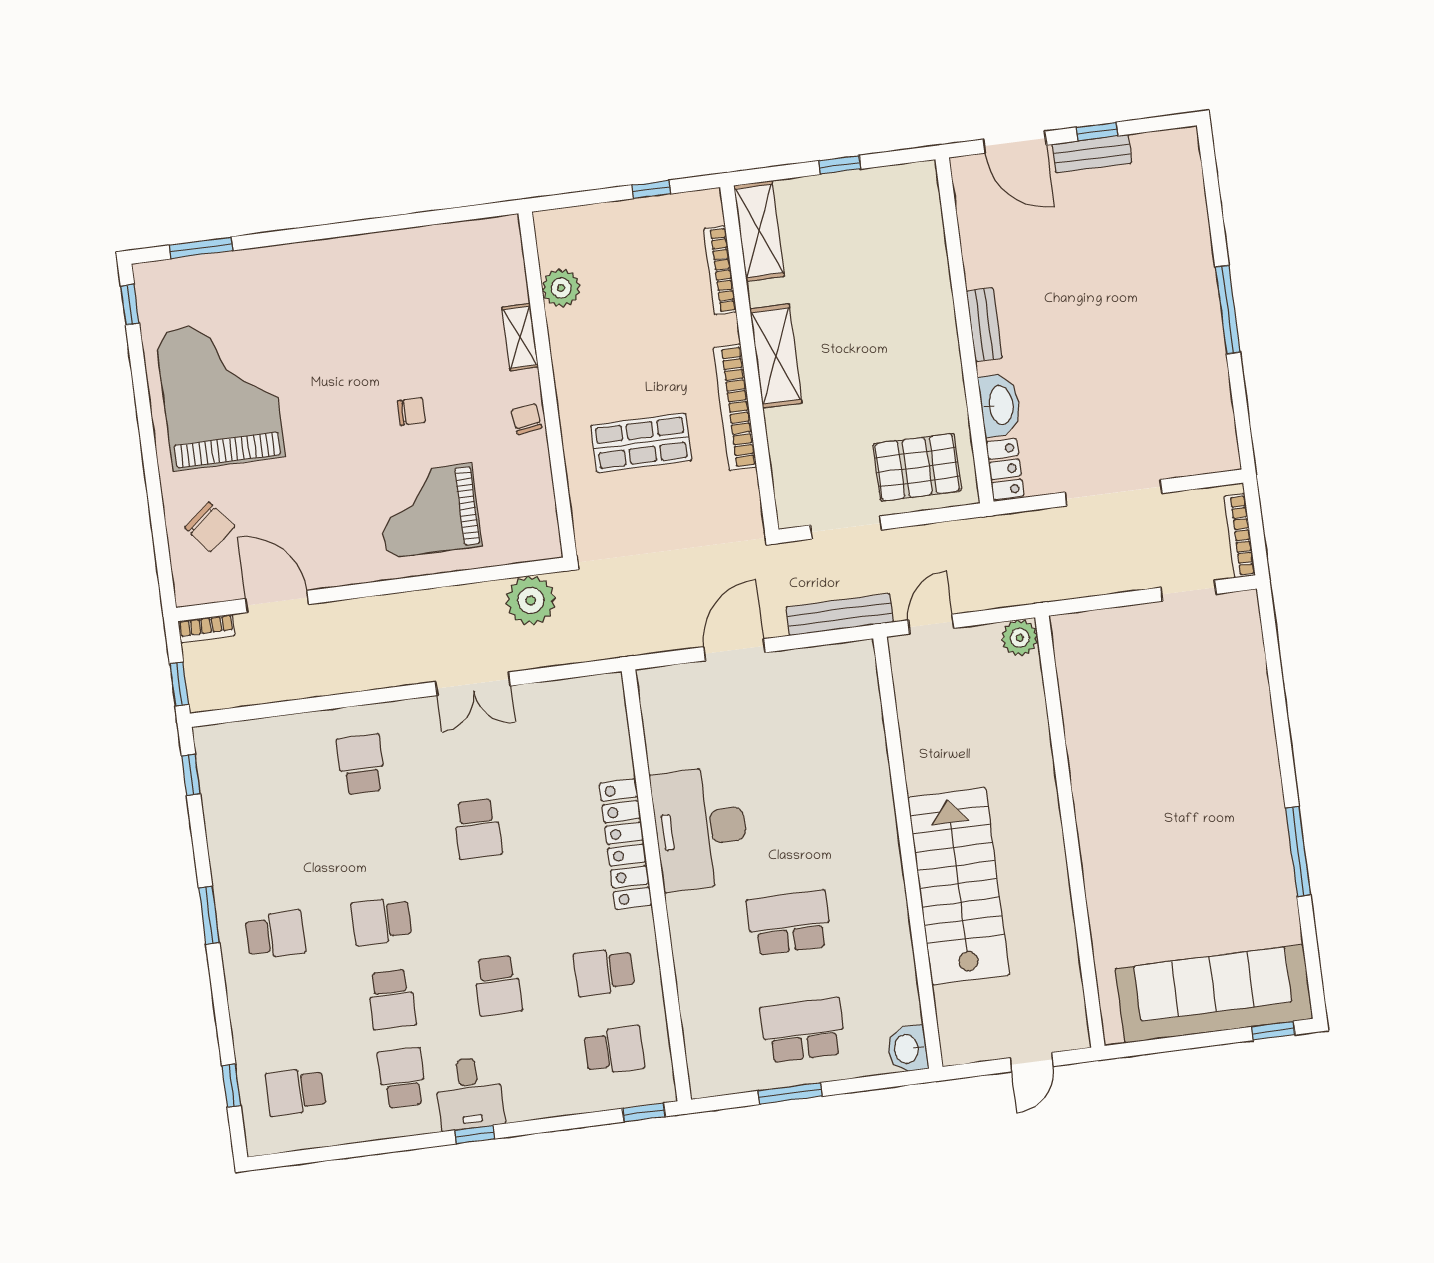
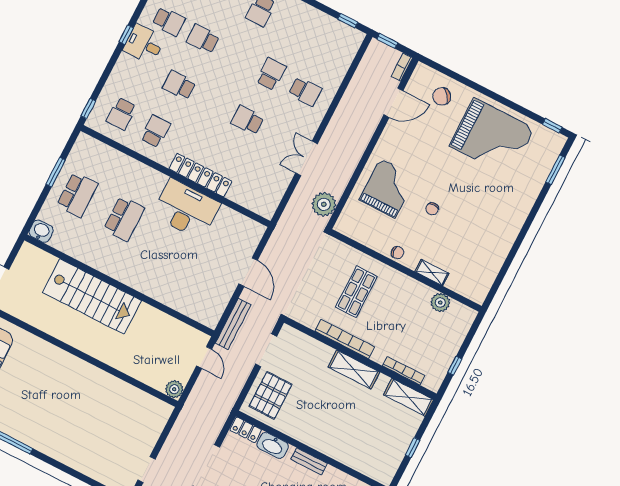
school desk: (381, 921) -> (271, 74), moved

